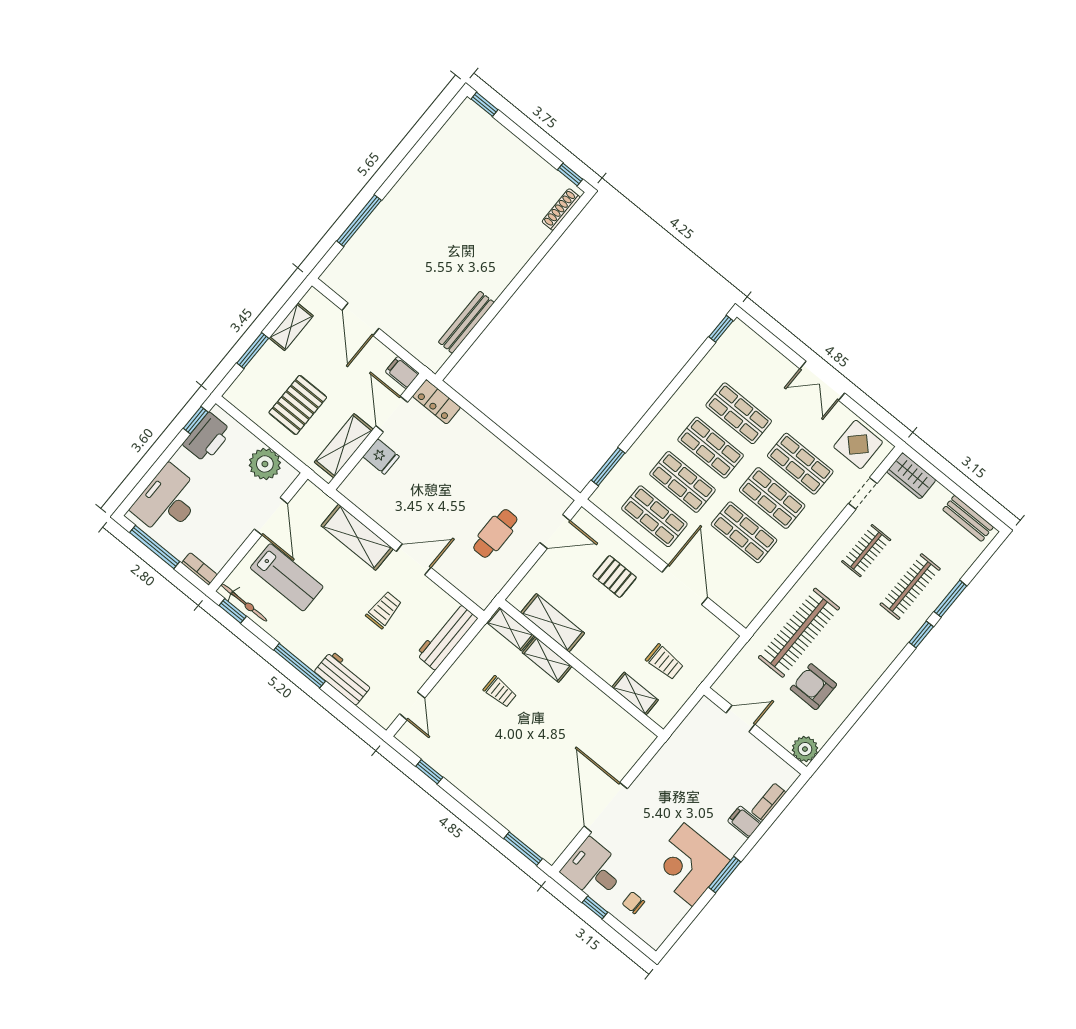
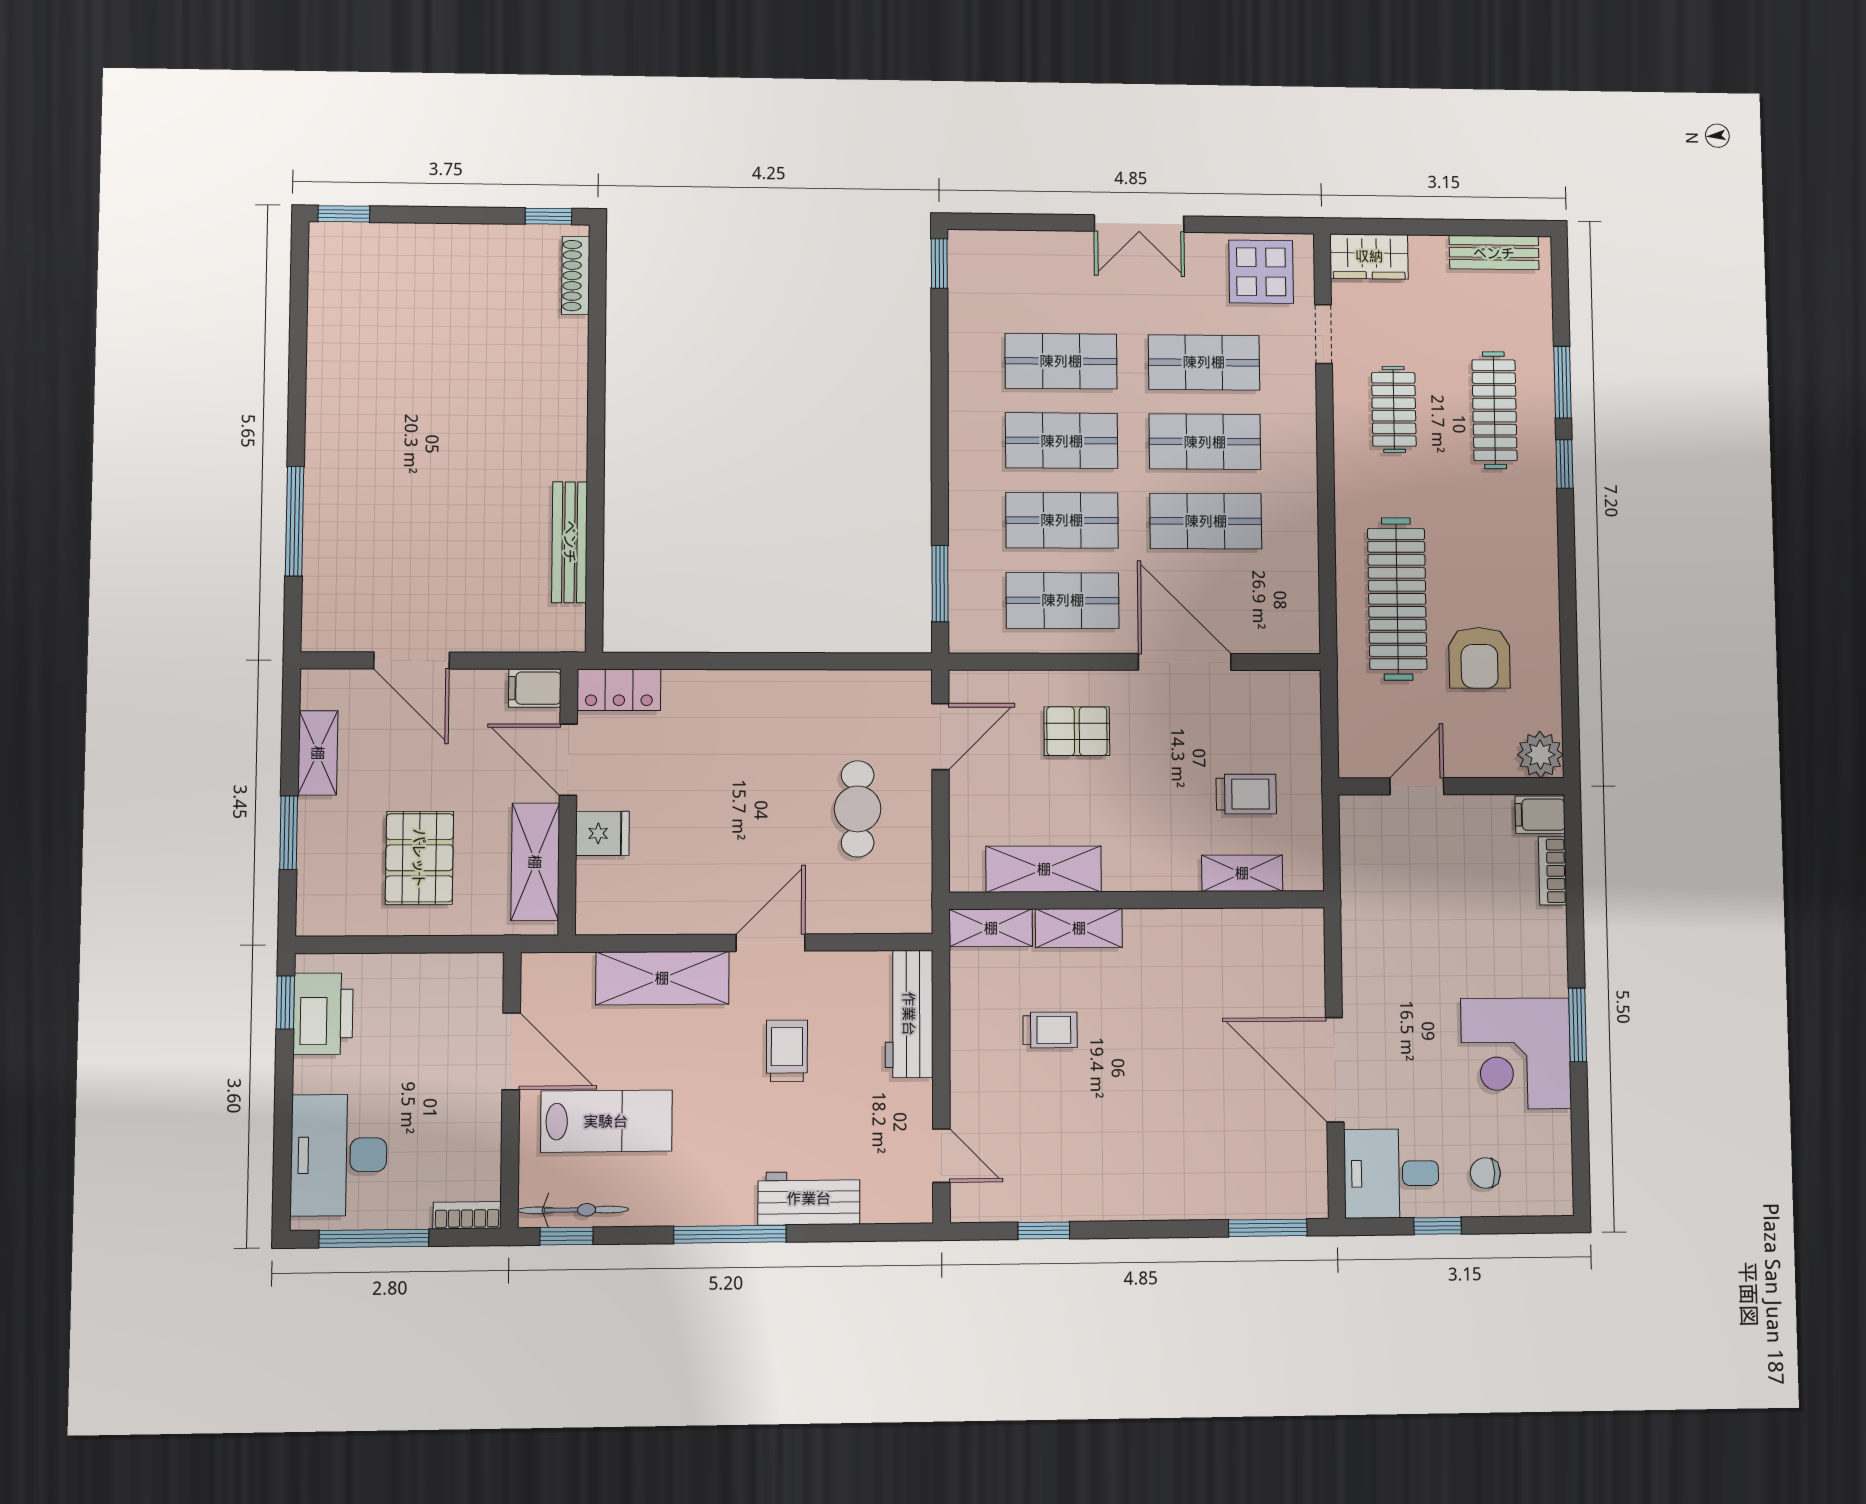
plant: (265, 464) -> (440, 983), removed
armchair: (813, 687) -> (1479, 658), turned -90
filing cabinet: (744, 822) -> (1540, 815), moved

